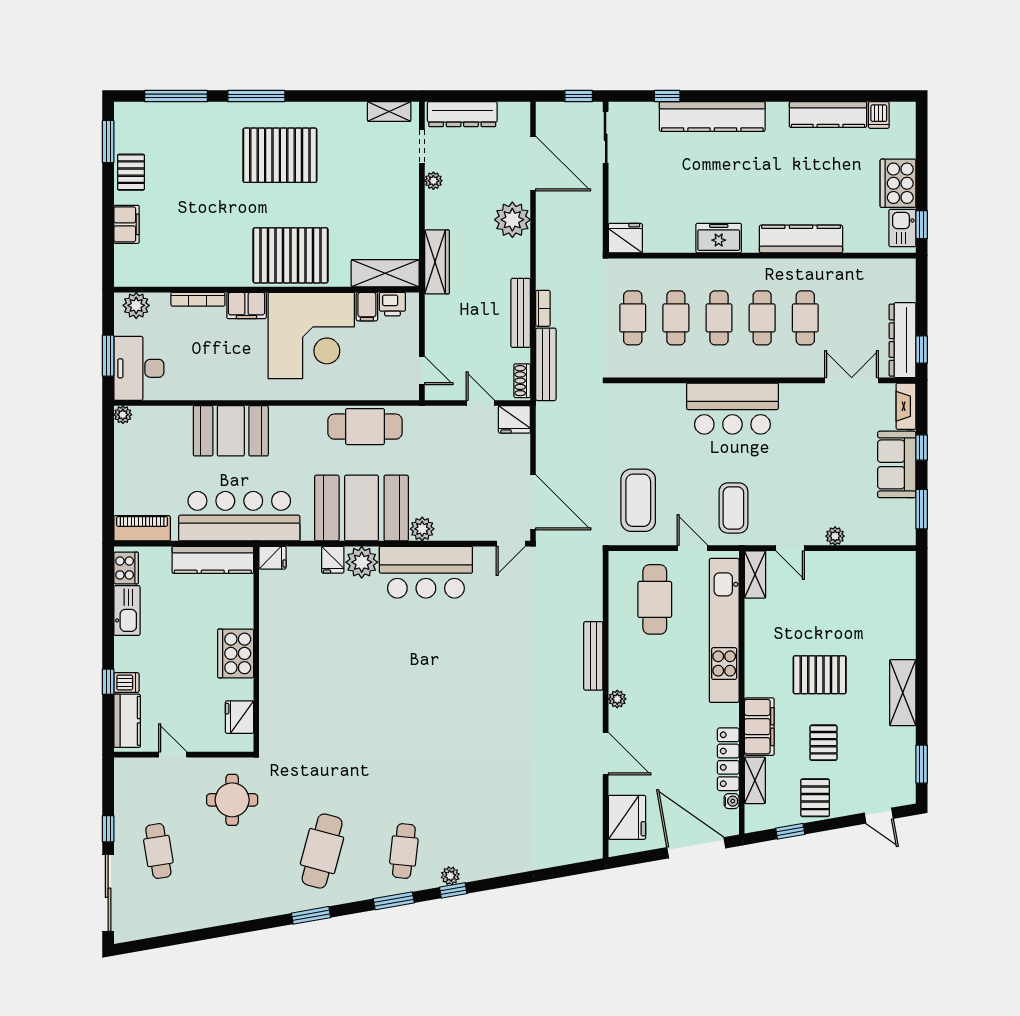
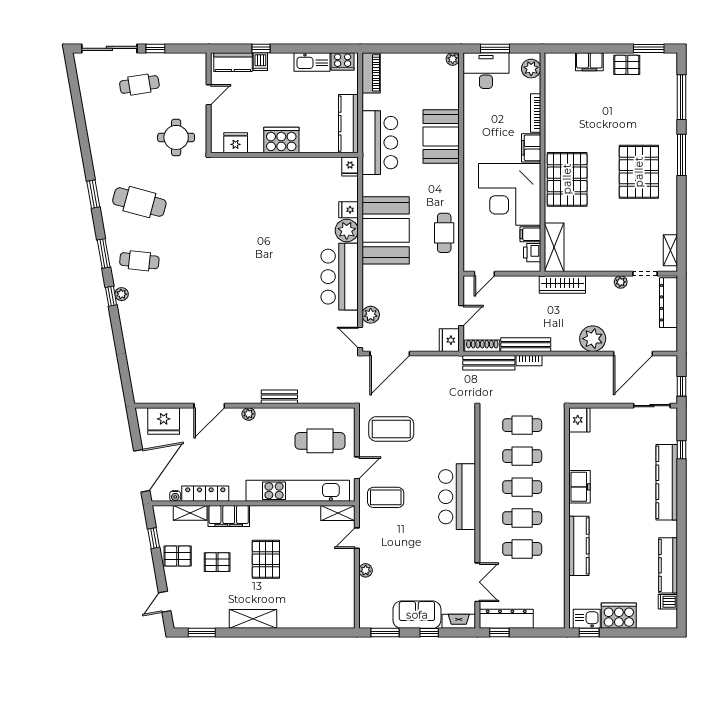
shoe rack: (522, 381) -> (482, 346), width x1.43
cafe table: (365, 427) -> (444, 233), width x0.73, depth x0.74
bar counter: (239, 516) -> (380, 143), width x0.73
plant: (422, 529) -> (371, 315), moved
bench: (593, 656) -> (279, 397), width x0.73

